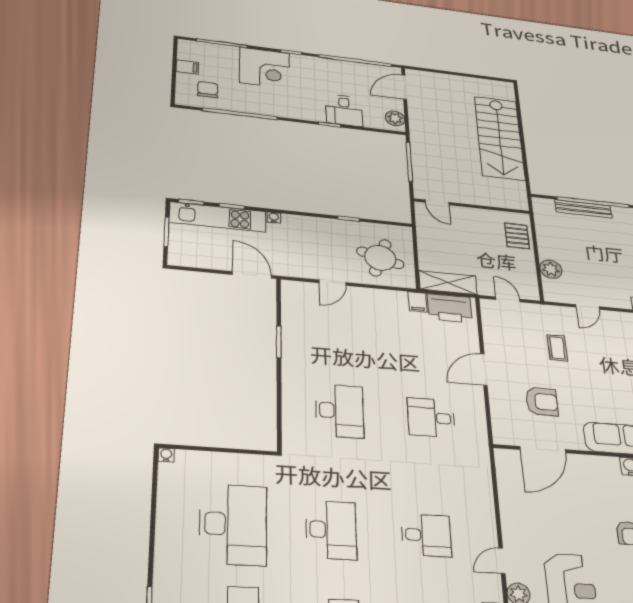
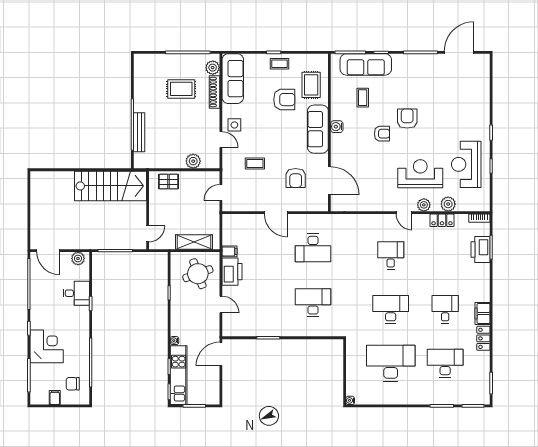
stairs: (500, 138) -> (110, 186), moved
round table: (380, 258) -> (198, 274), turned -38
shelving: (448, 283) -> (194, 242), moved, turned 90
printer: (450, 308) -> (232, 272), moved
side table: (612, 326) -> (234, 125), added
armchair: (542, 402) -> (296, 178), turned 180
desk: (431, 418) -> (313, 248), width x1.37

